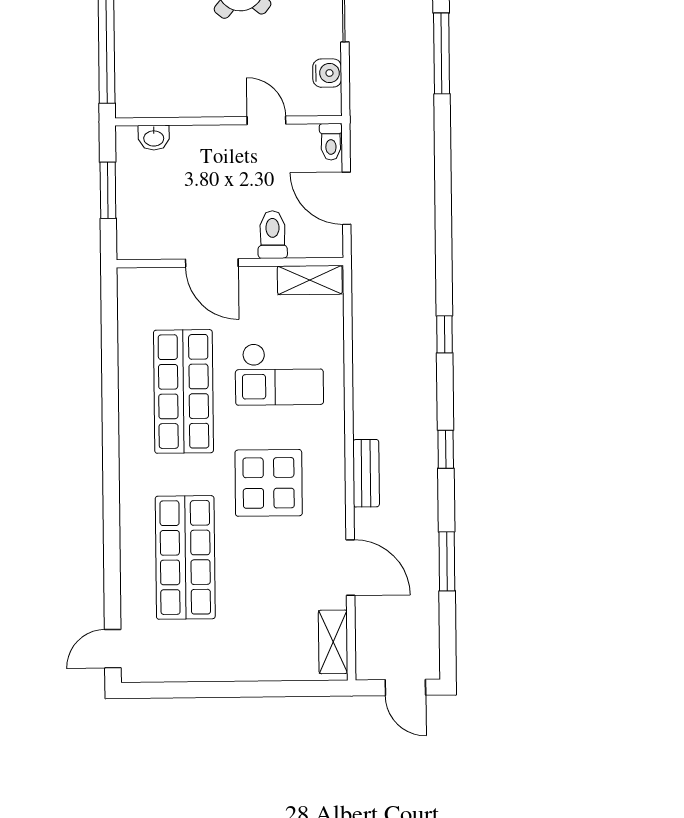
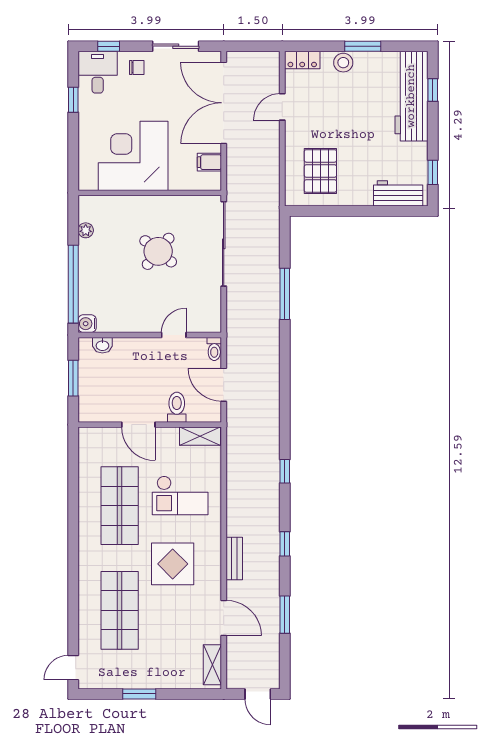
water cooler: (327, 73) -> (87, 324), moved, turned 180
door: (266, 120) -> (174, 335), hinge flipped
window: (218, 689) -> (139, 694), added

